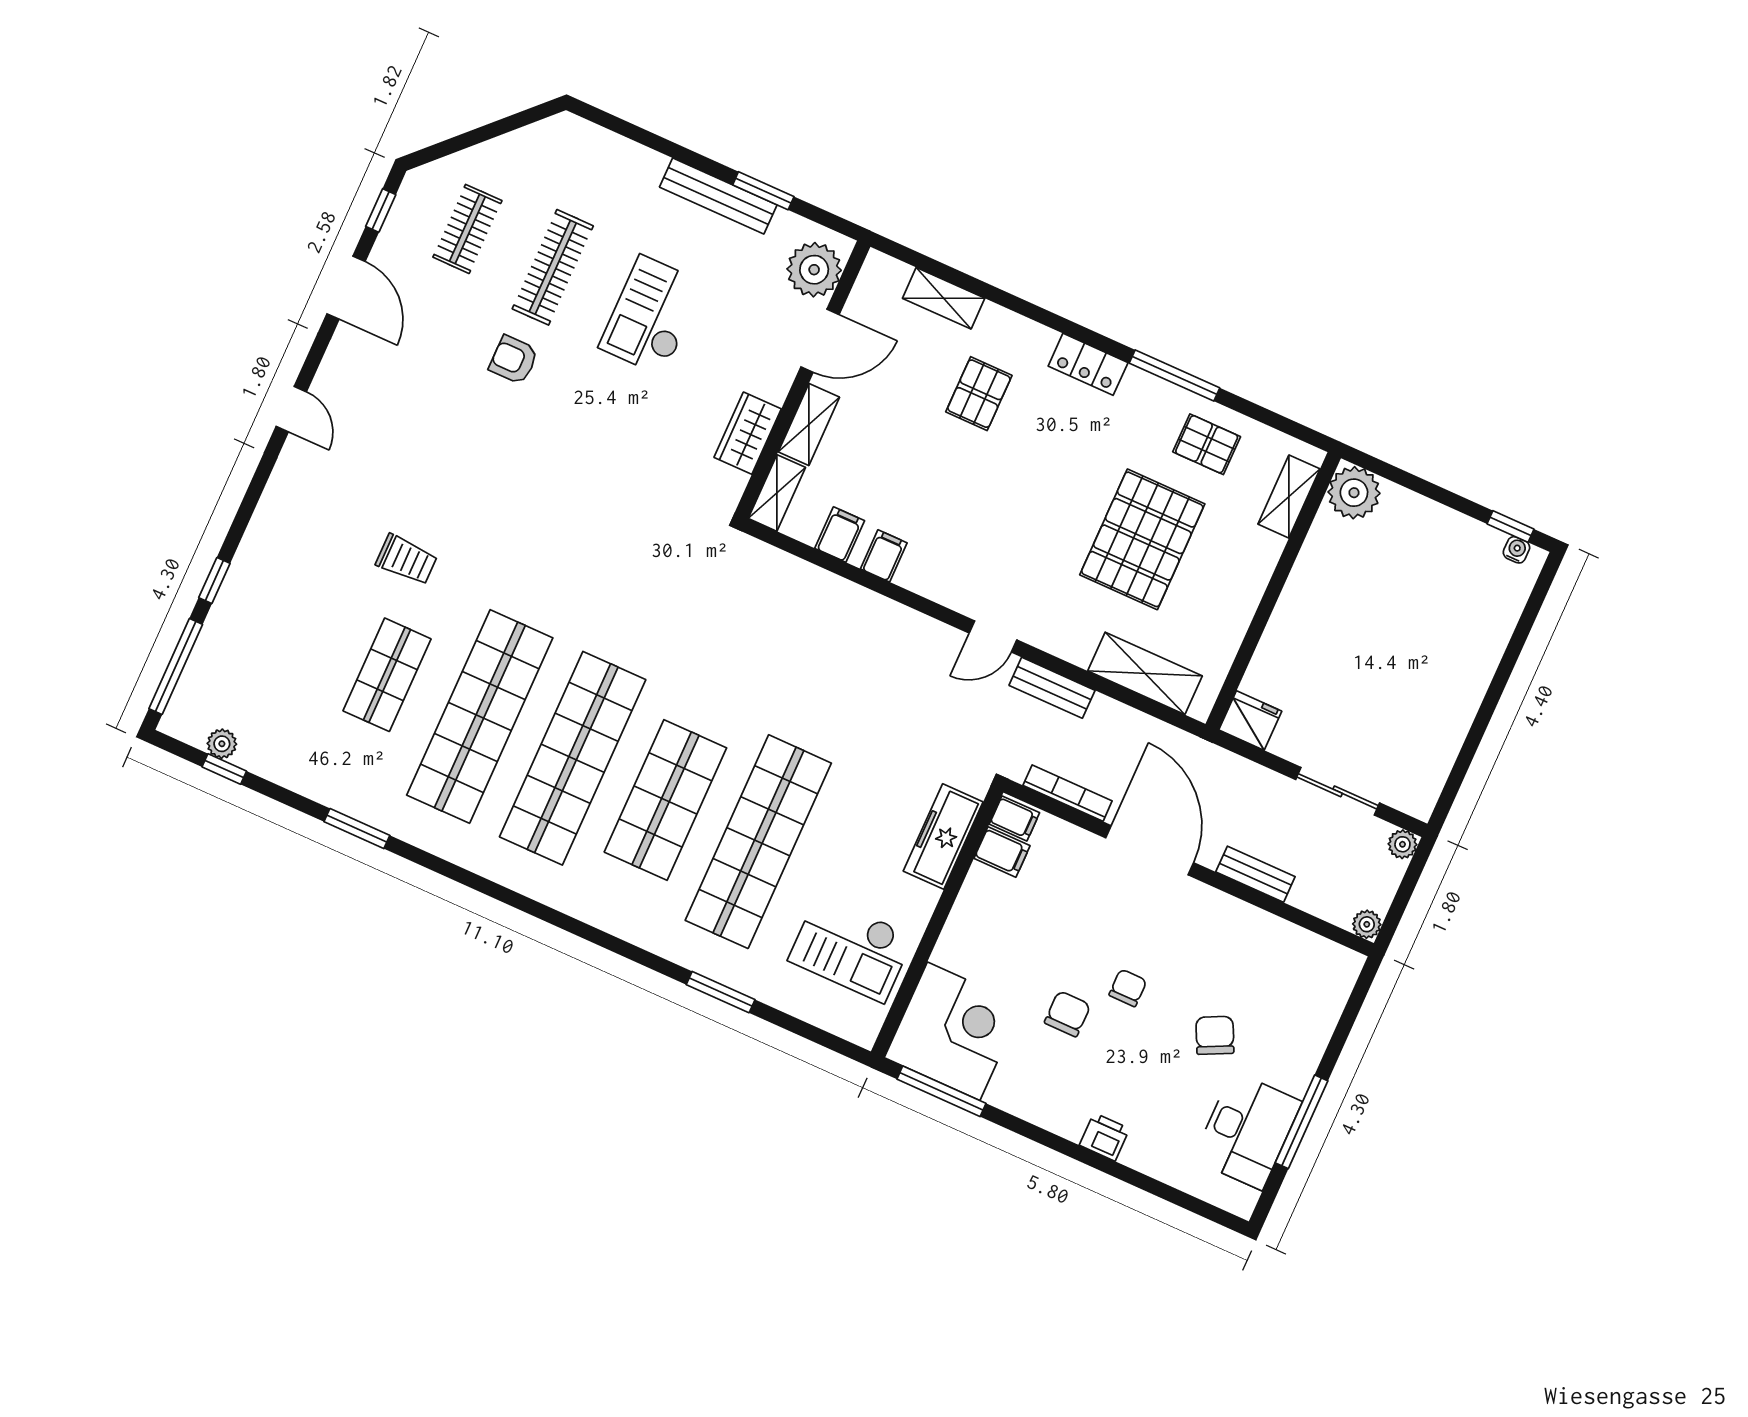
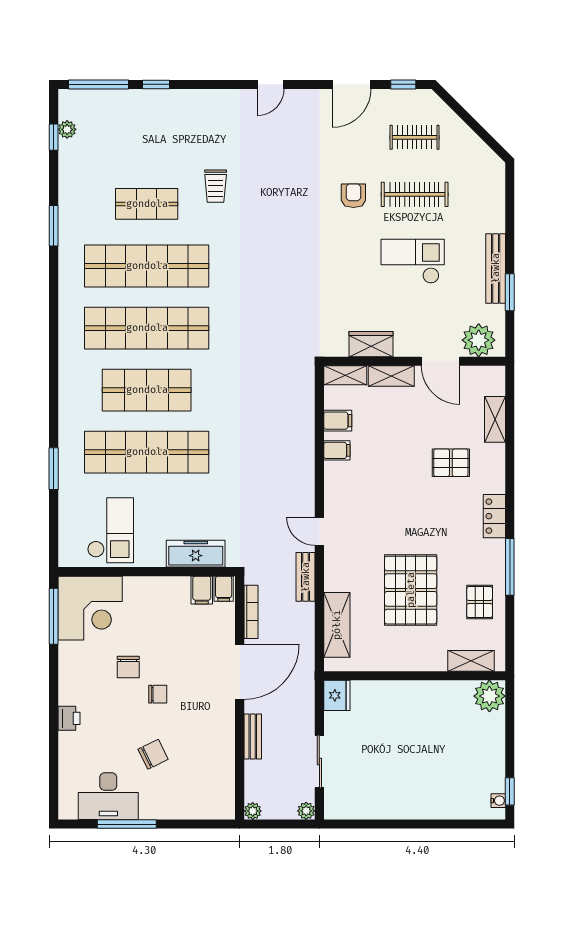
pallet: (1142, 539) -> (411, 590), turned 90
checkout: (851, 948) -> (111, 530), turned 180
chair: (1067, 1014) -> (128, 667), turned 90

